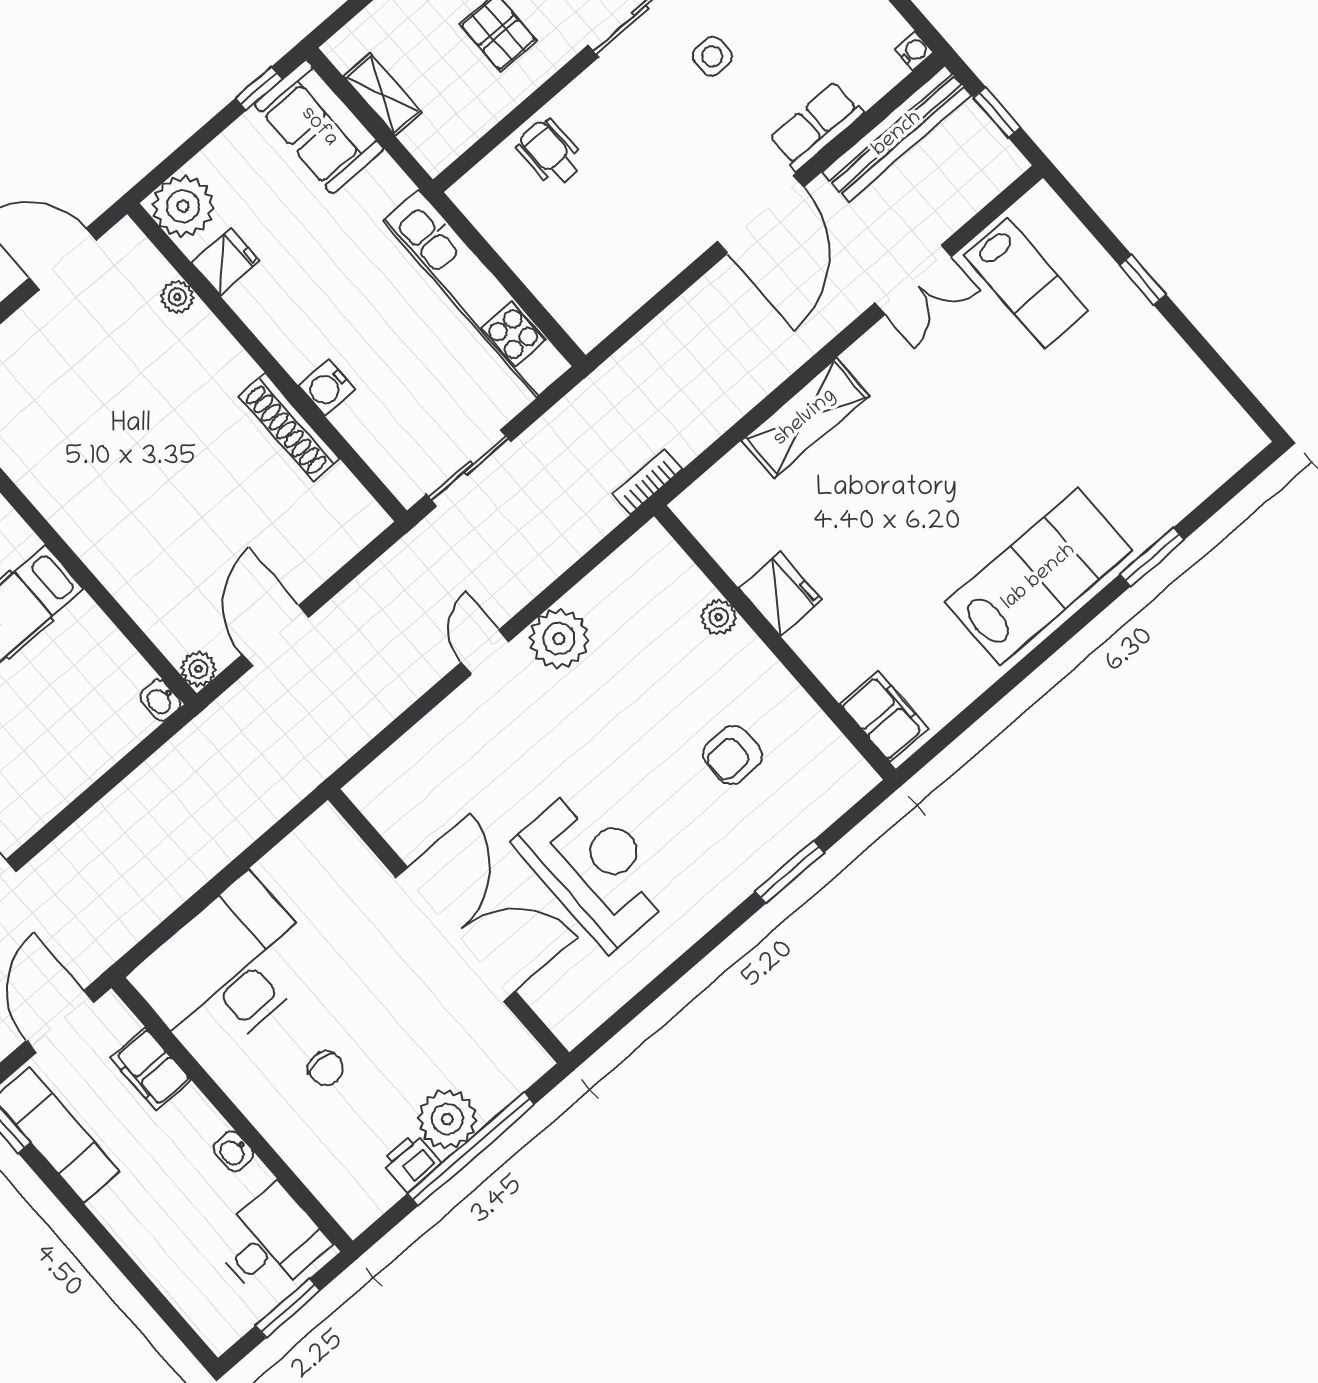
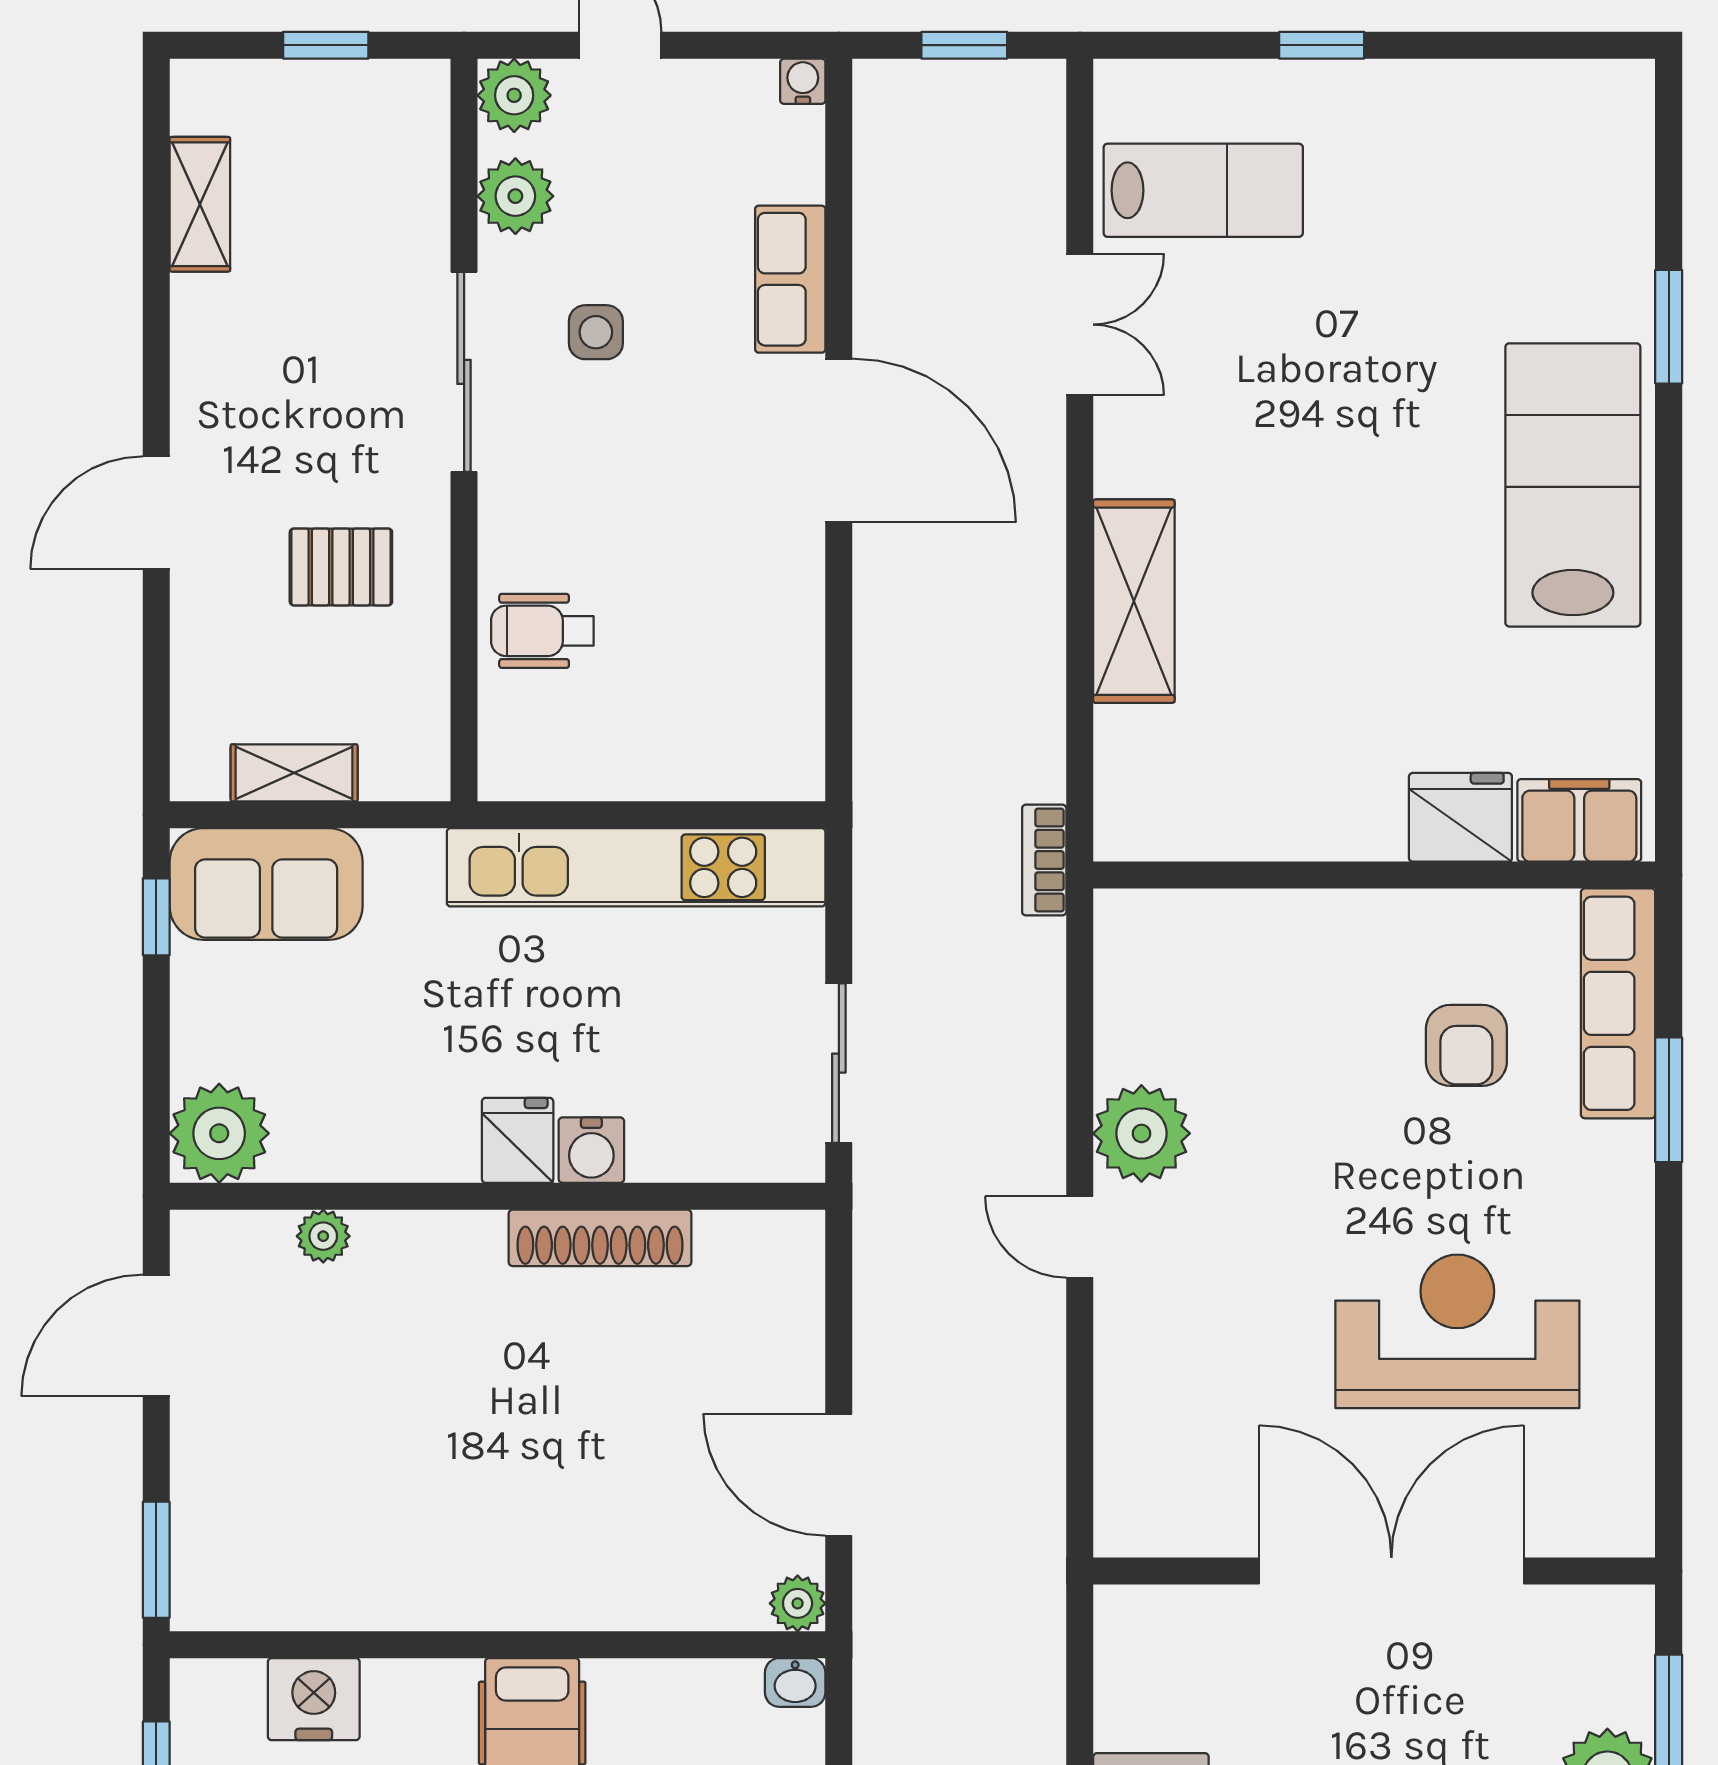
bench: (897, 134) -> (885, 190), removed
fridge: (225, 262) -> (518, 1140), moved
fridge: (780, 594) -> (1460, 817), moved
plant: (719, 617) -> (1284, 917), removed
row of seats: (814, 809) -> (1618, 1003), added

